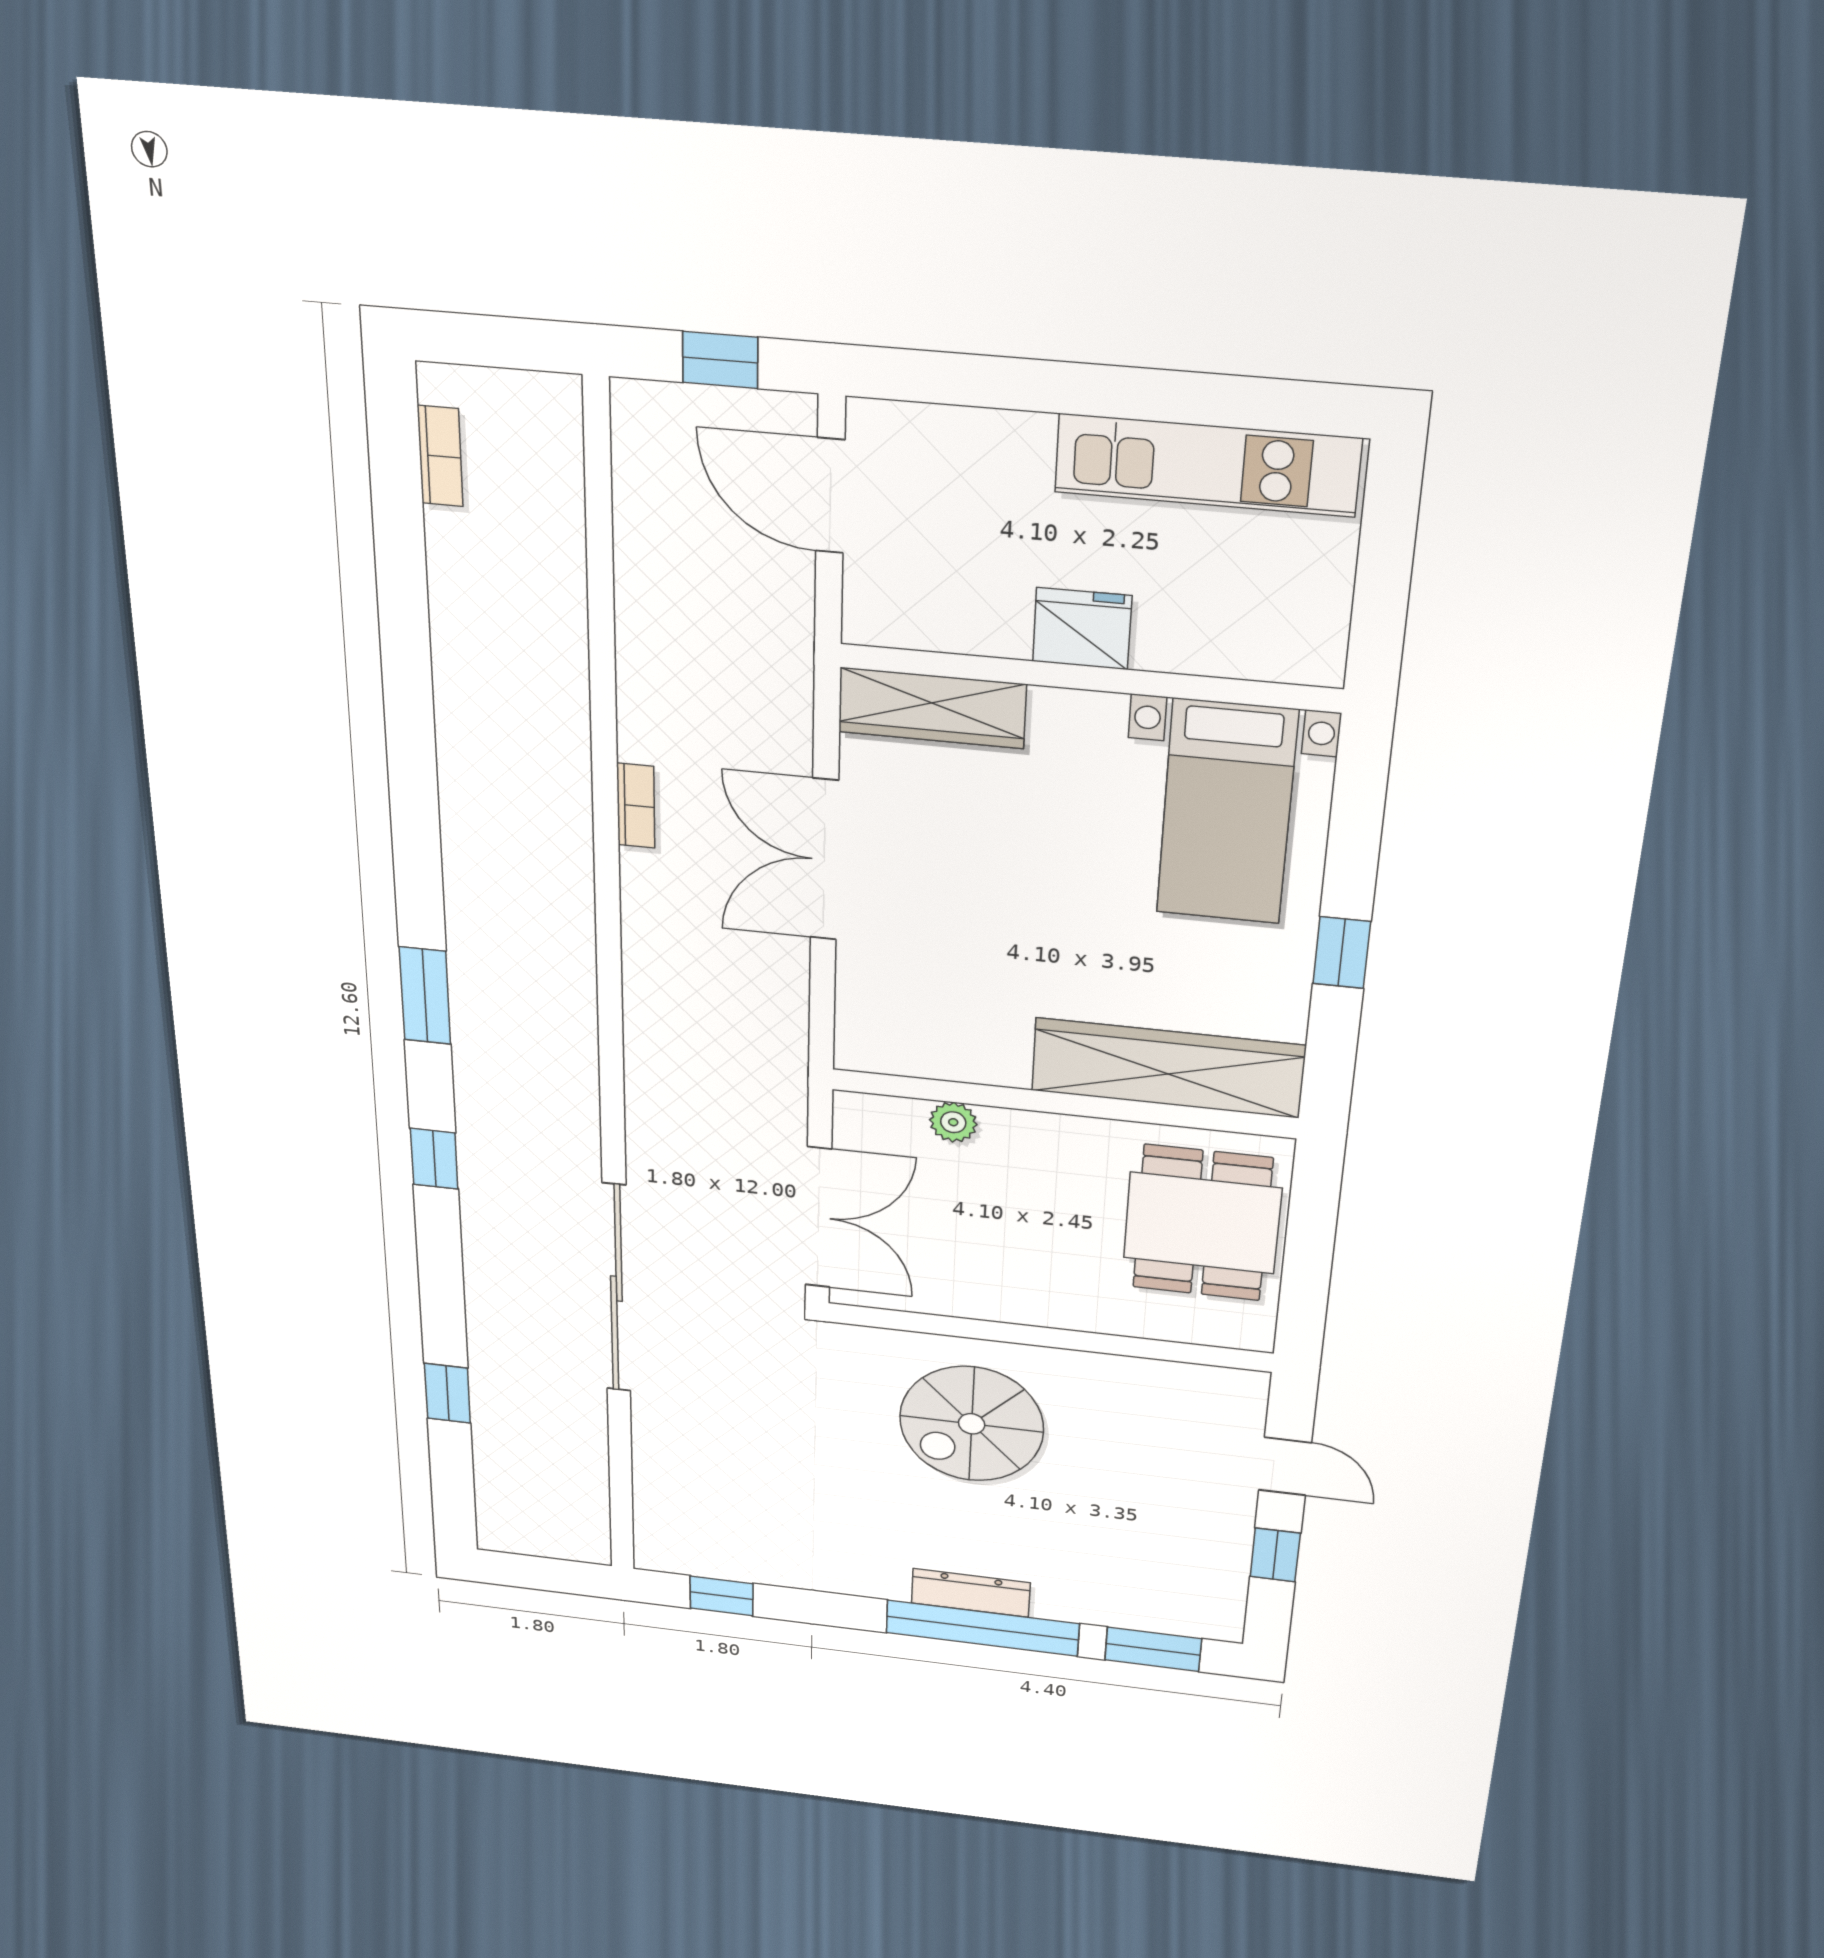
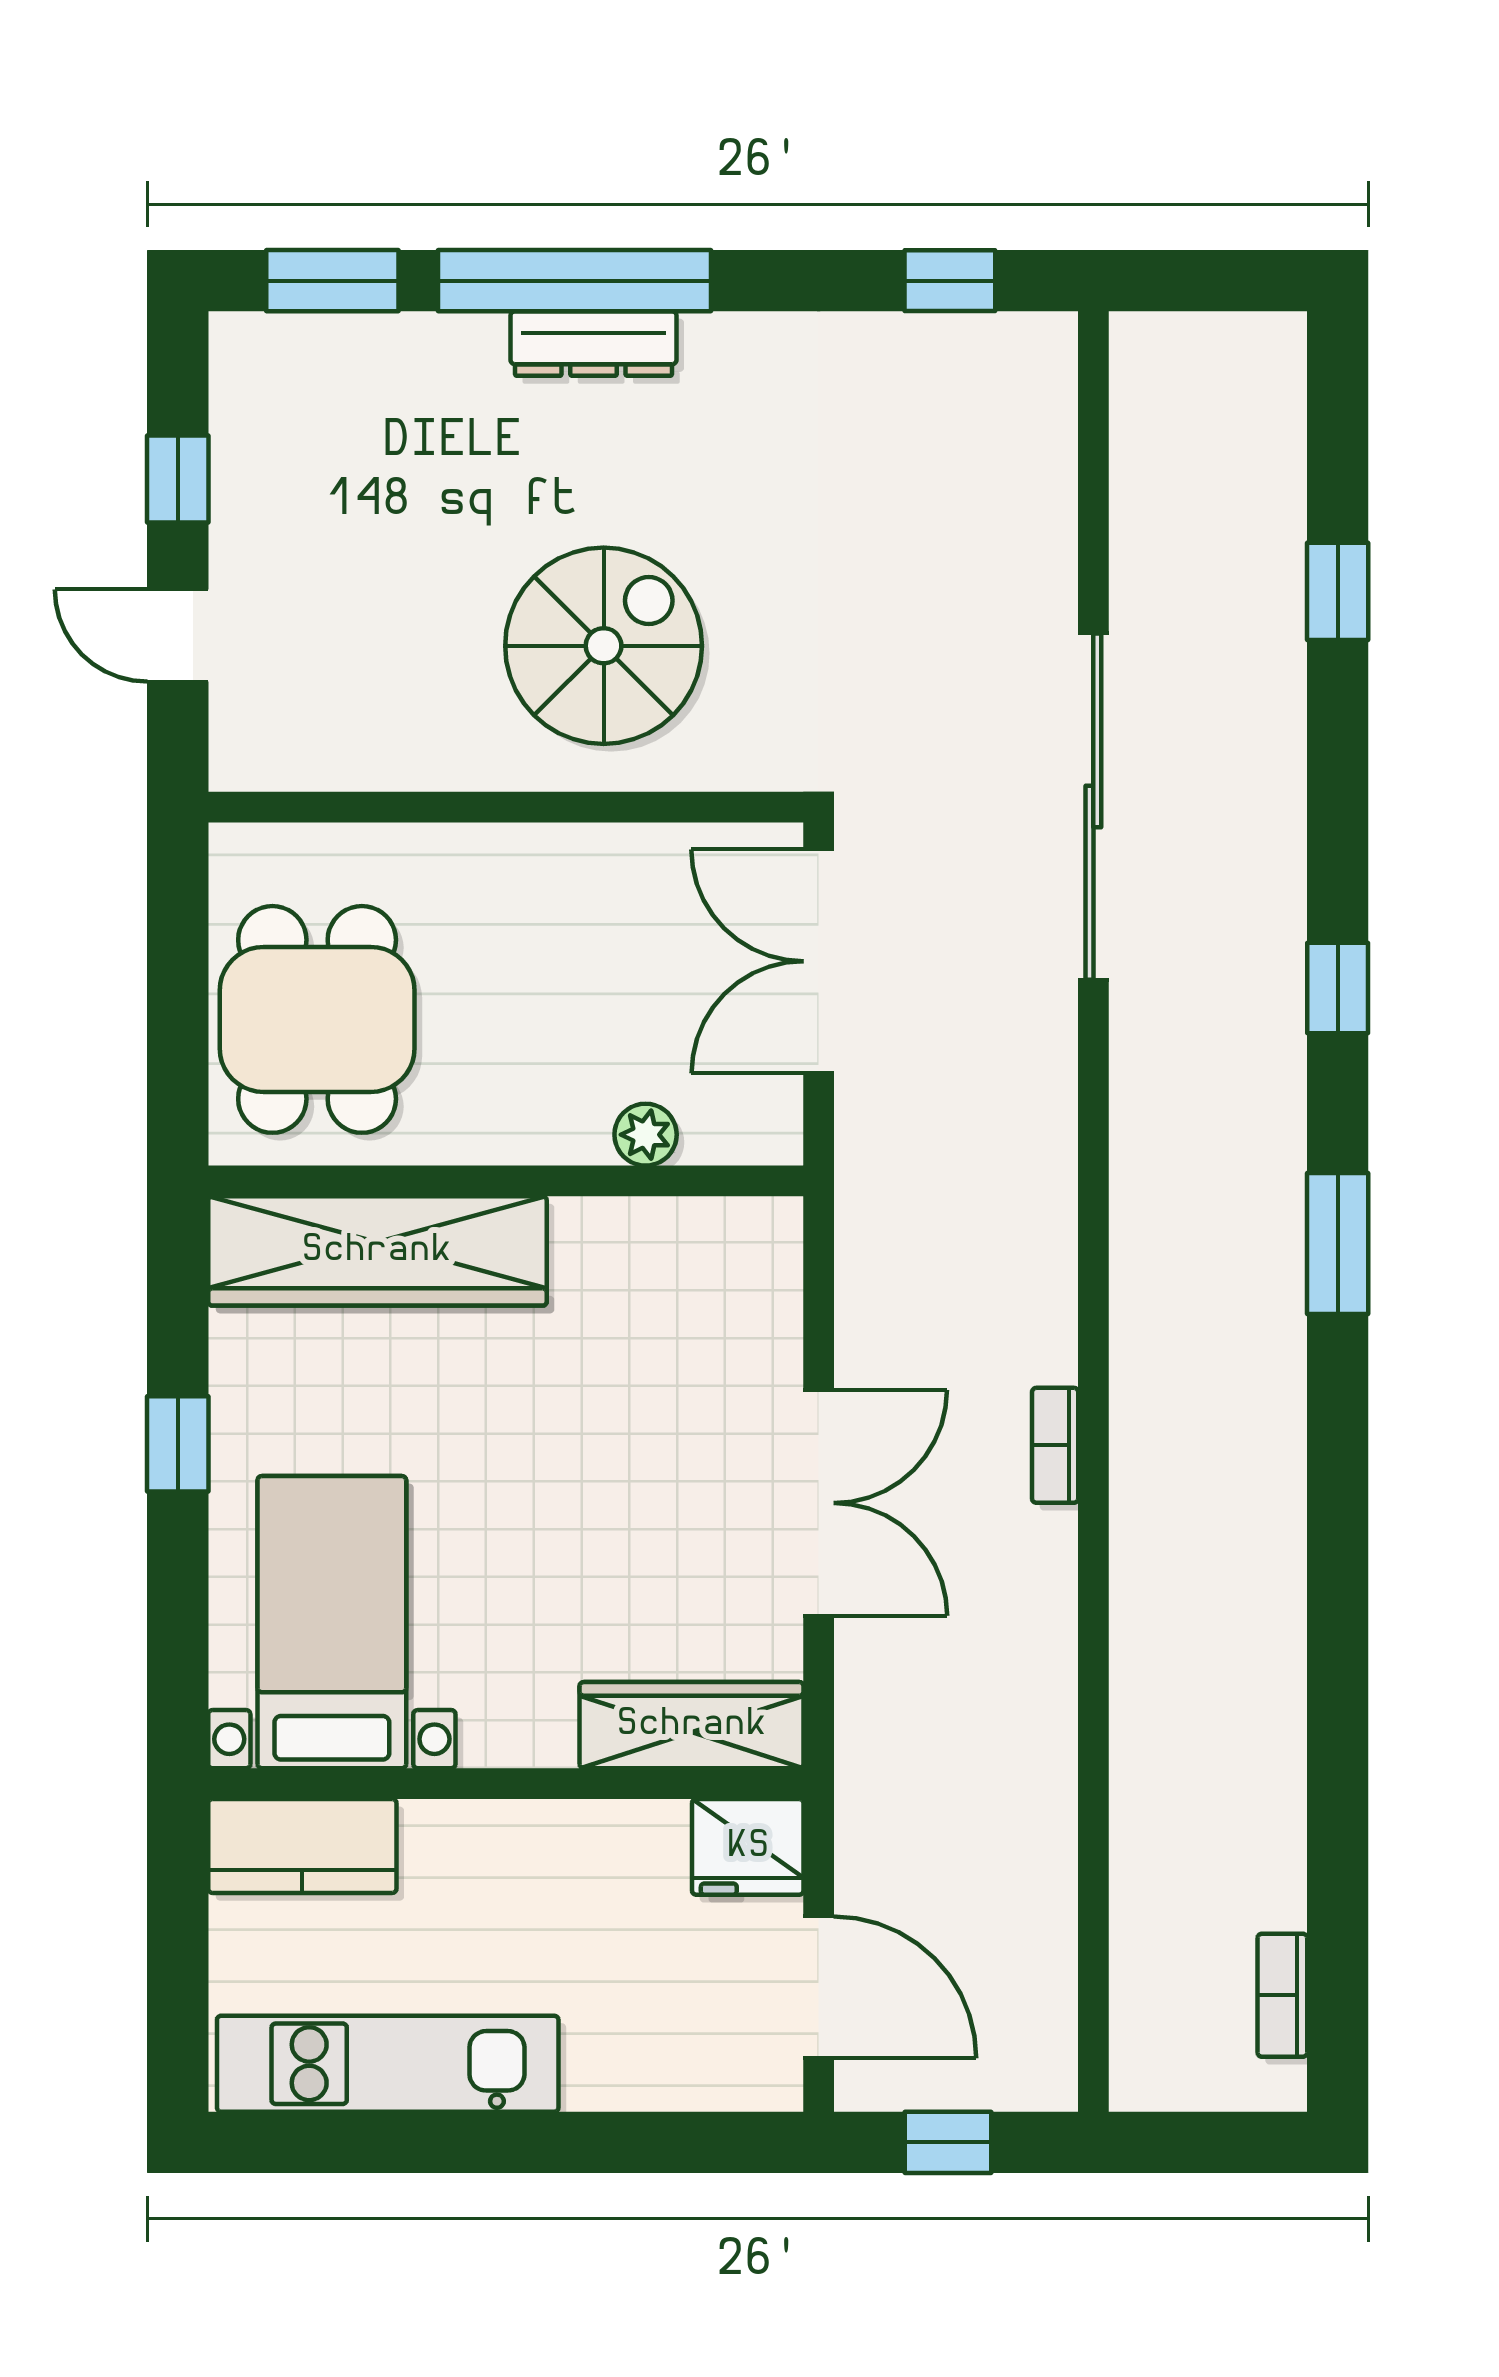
fridge: (1082, 629) -> (748, 1847), moved
kitchen counter: (1267, 646) -> (302, 1846), added
bookcase: (636, 806) -> (1055, 1445), moved

